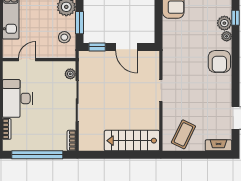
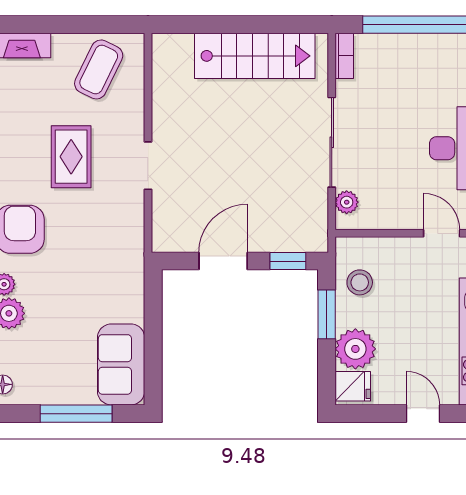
door: (127, 47) -> (223, 261), hinge flipped
door: (27, 60) -> (442, 233), swing flipped
rug: (196, 95) -> (71, 157), added
stairs: (132, 141) -> (255, 56), moved

